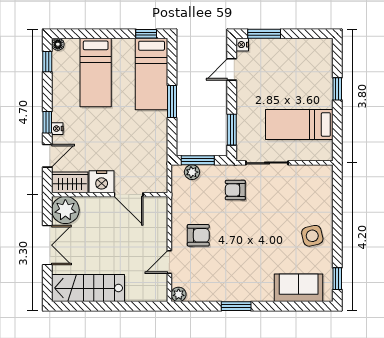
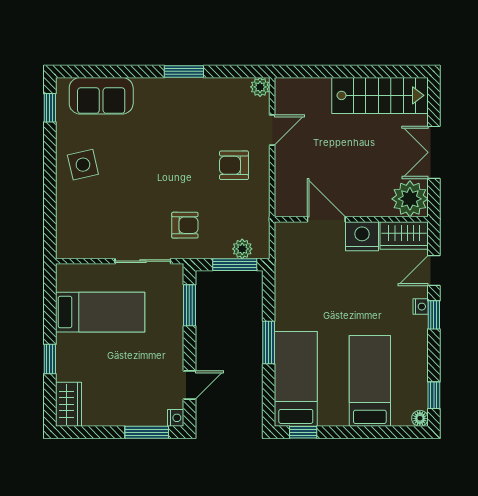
wardrobe: (323, 55) -> (68, 404), added

